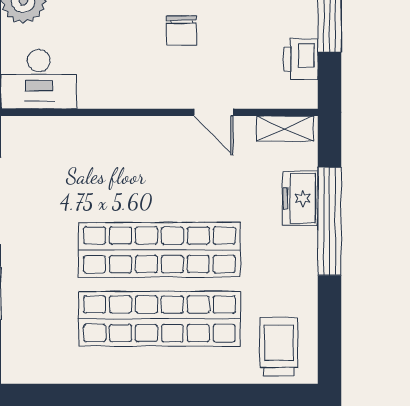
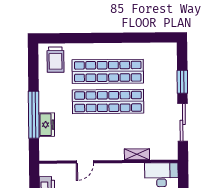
door: (214, 112) -> (85, 162), swing flipped
shelving: (285, 129) -> (137, 154), moved

